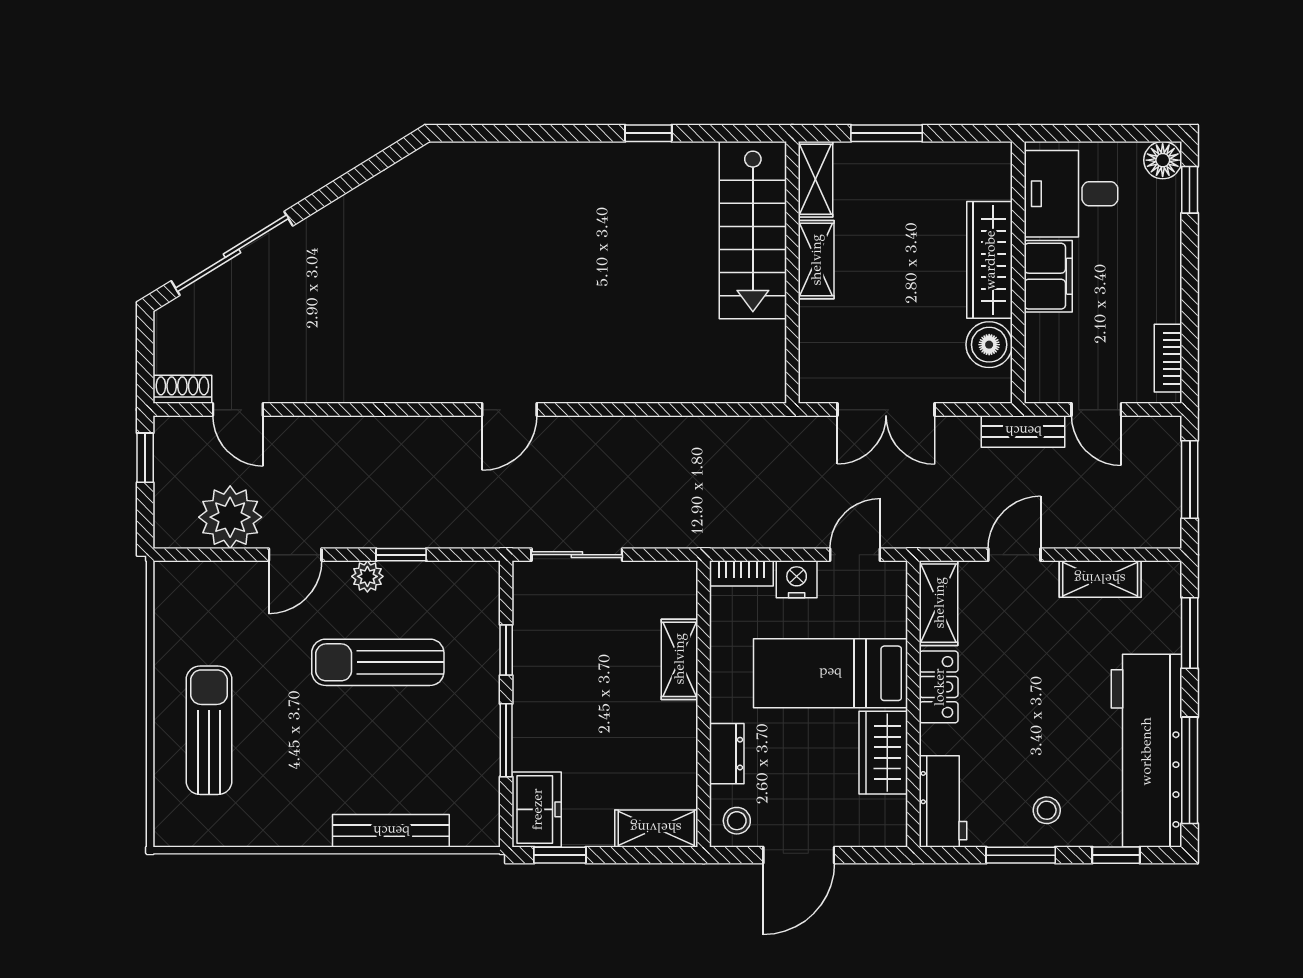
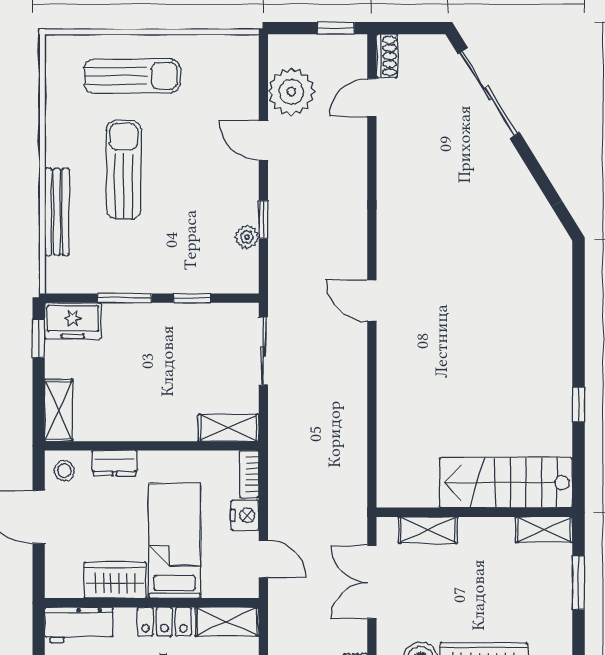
shelving: (816, 260) -> (428, 530), moved
plant: (367, 576) -> (247, 237), moved
shelving: (679, 659) -> (229, 428), moved
sun lounger: (378, 662) -> (124, 170), moved

